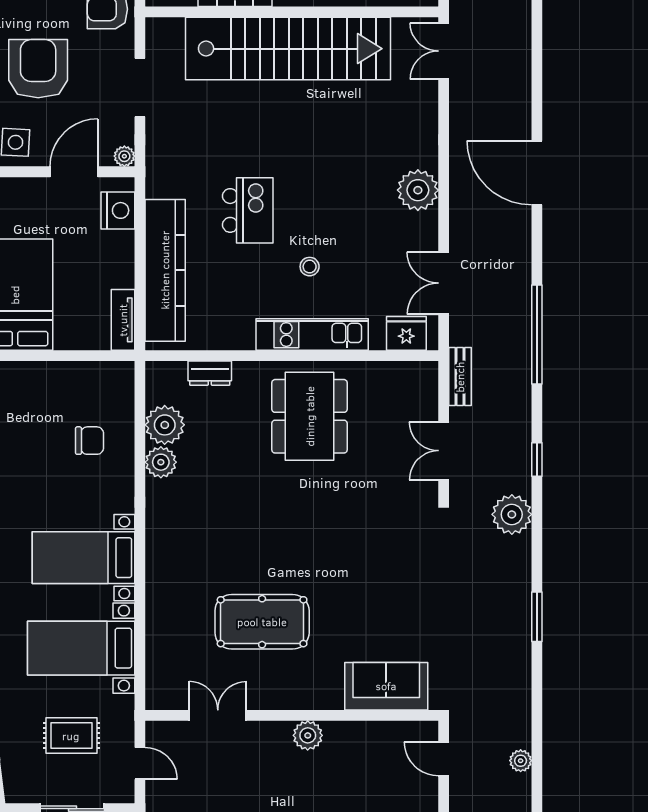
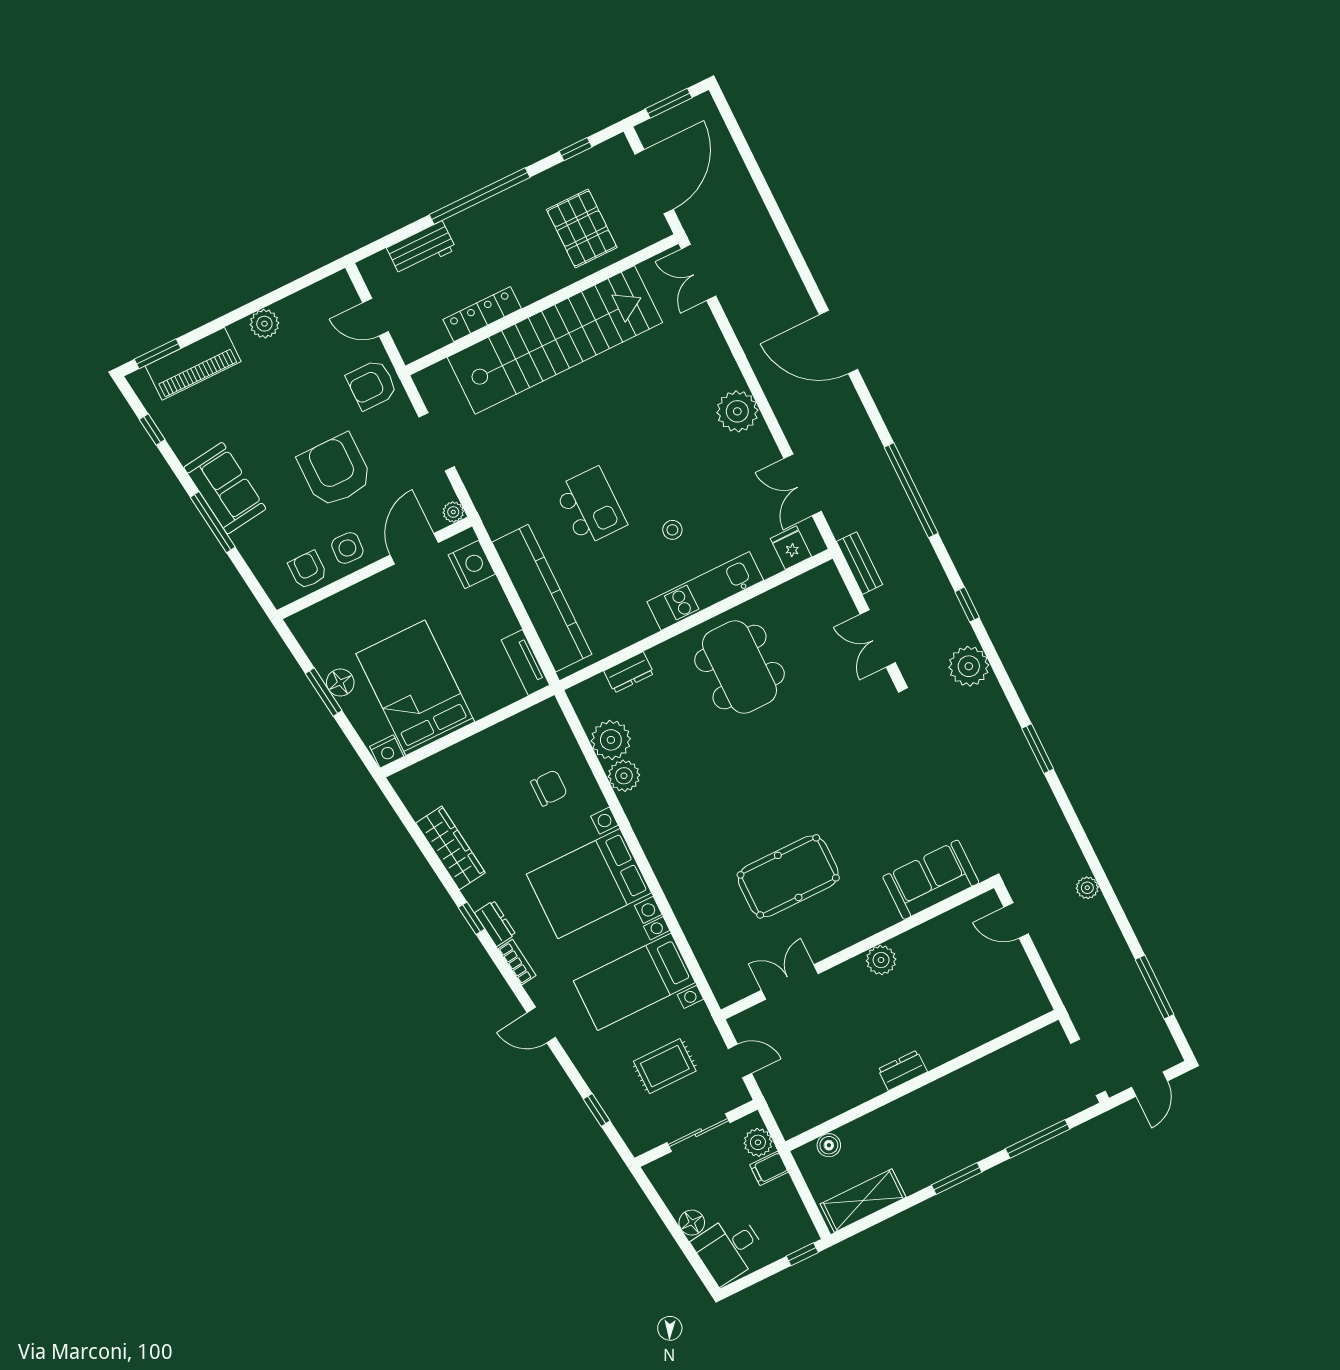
fridge: (406, 333) -> (791, 548), width x0.72
bed with nightstands: (83, 558) -> (589, 884), width x1.36

